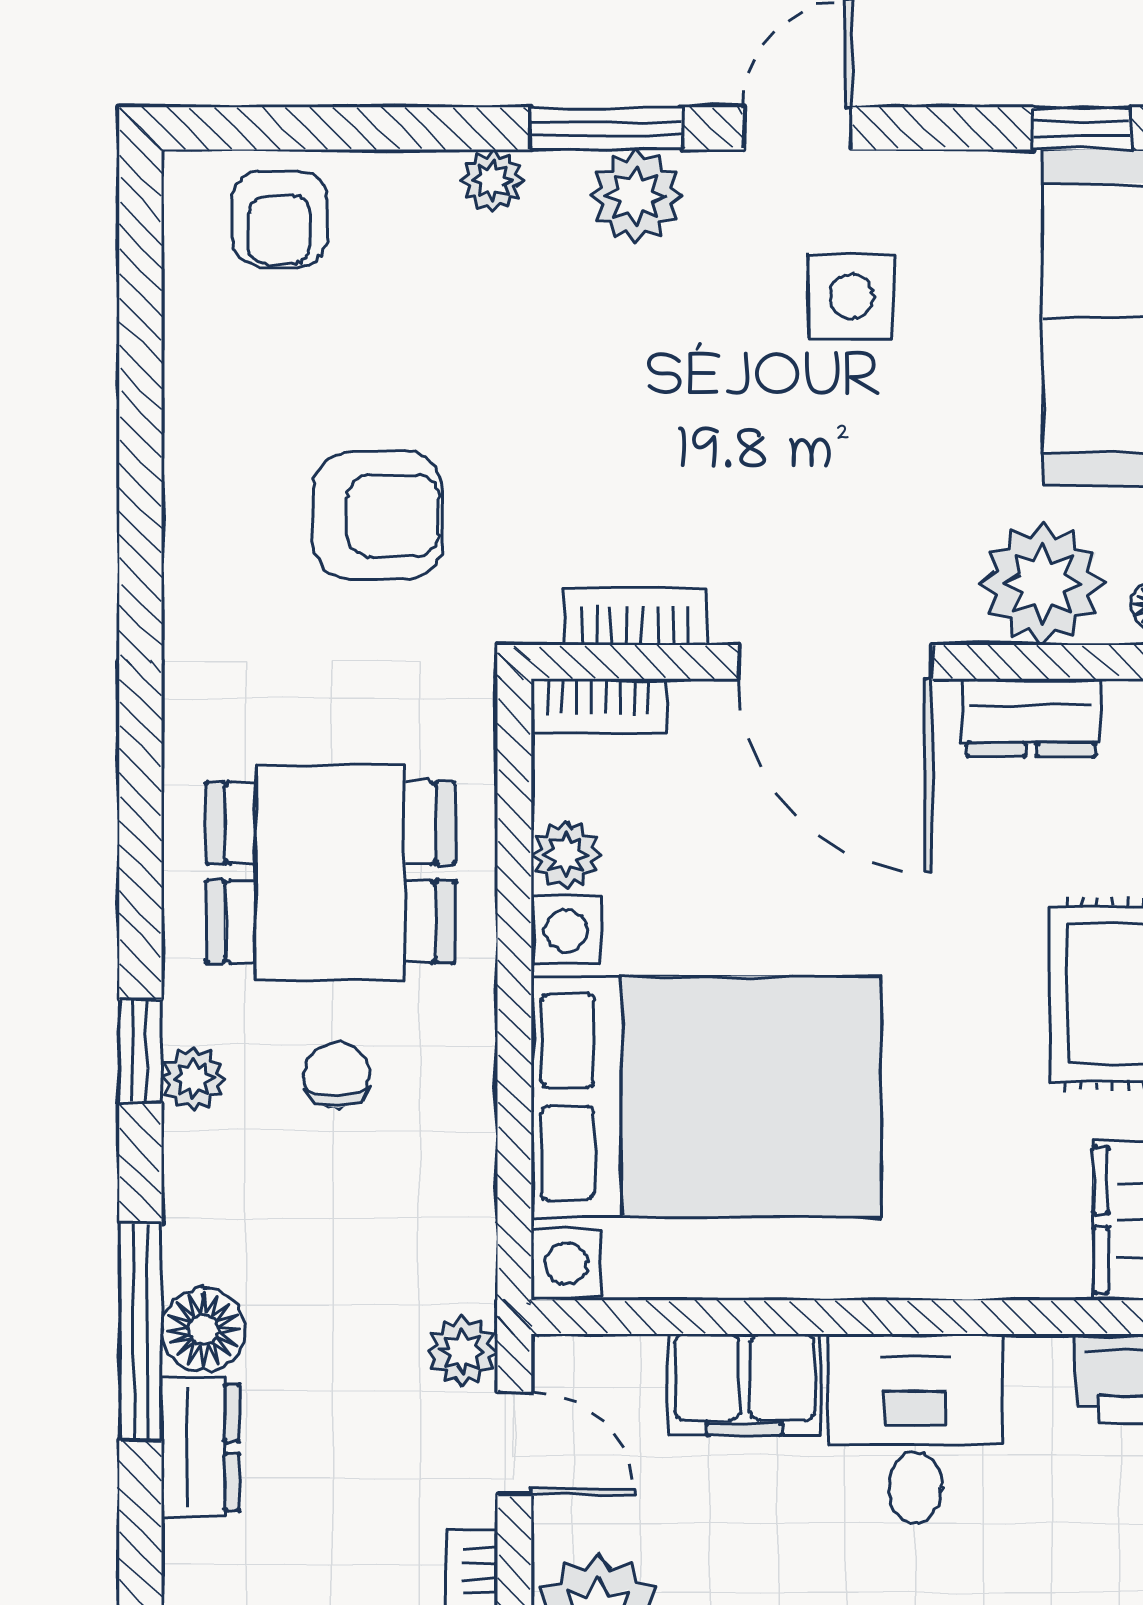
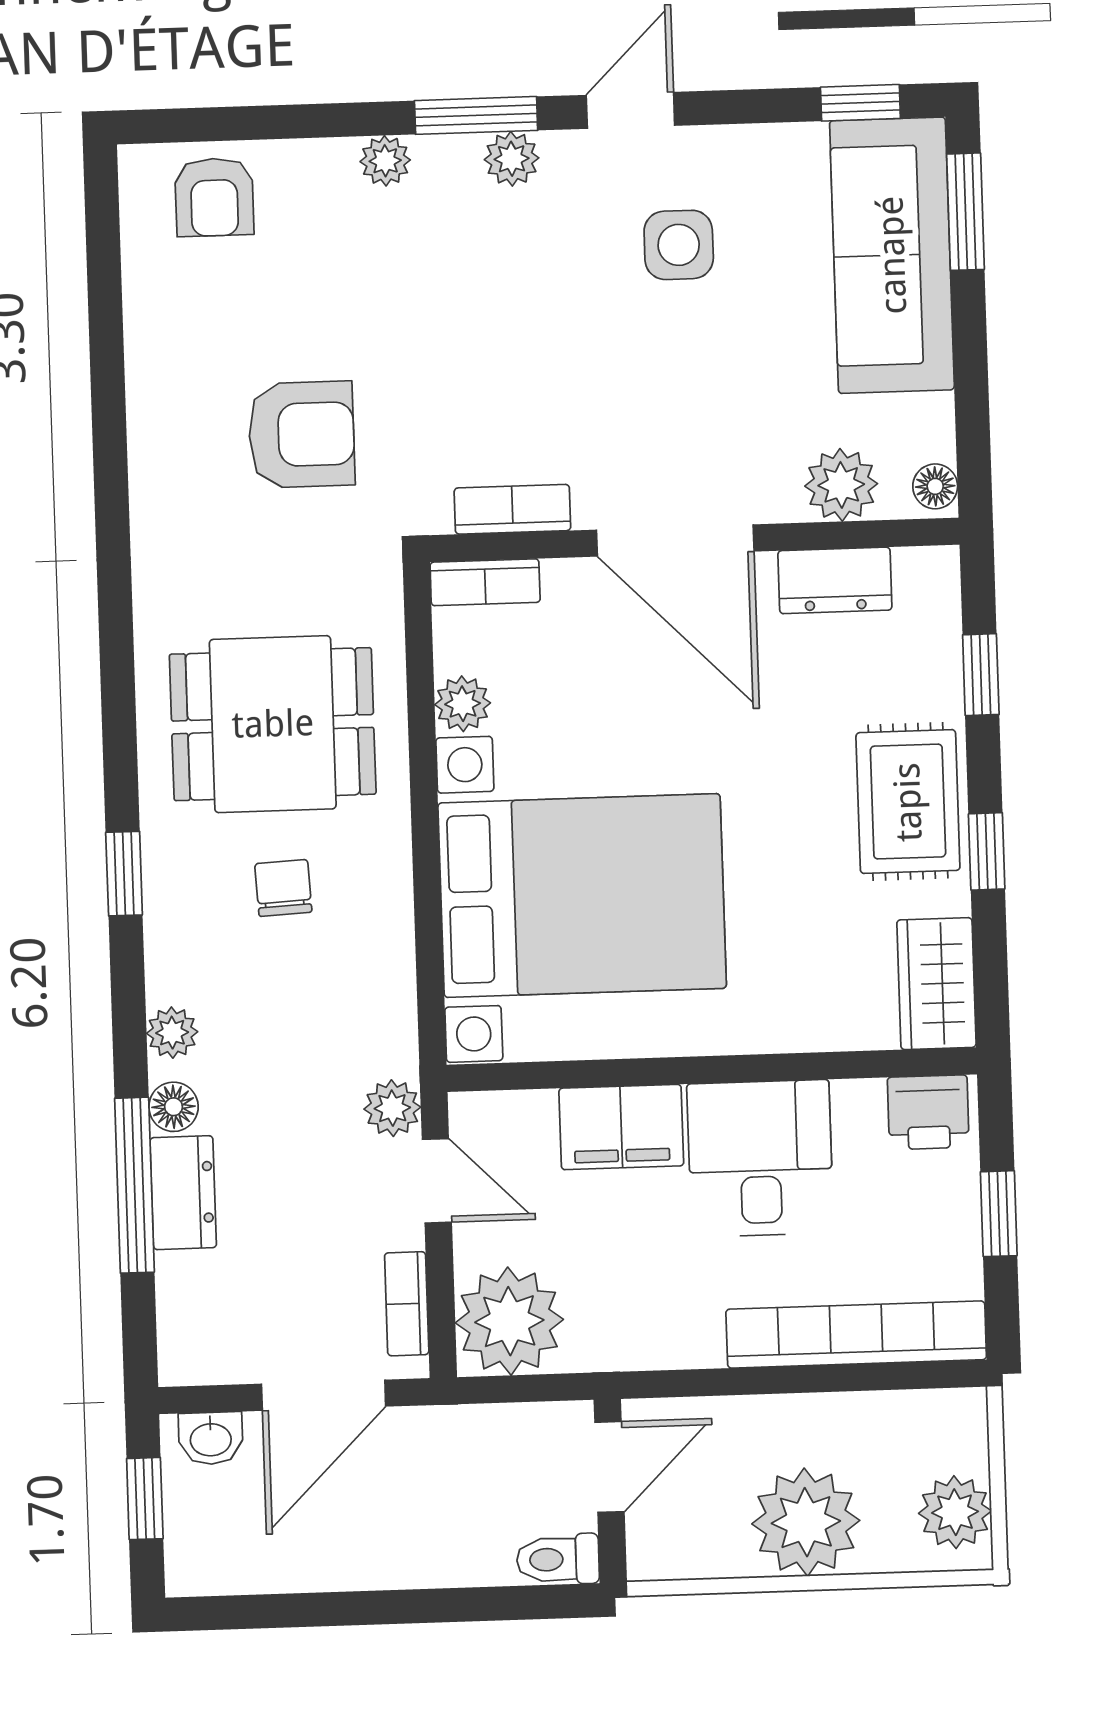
plant: (636, 196) -> (512, 159), width x0.73, depth x0.73
plant: (1043, 583) -> (841, 485), width x0.73, depth x0.73
plant: (193, 1079) -> (172, 1033), moved
floor lamp: (203, 1330) -> (174, 1107), width x0.73, depth x0.73
window: (140, 1332) -> (134, 1185), moved

